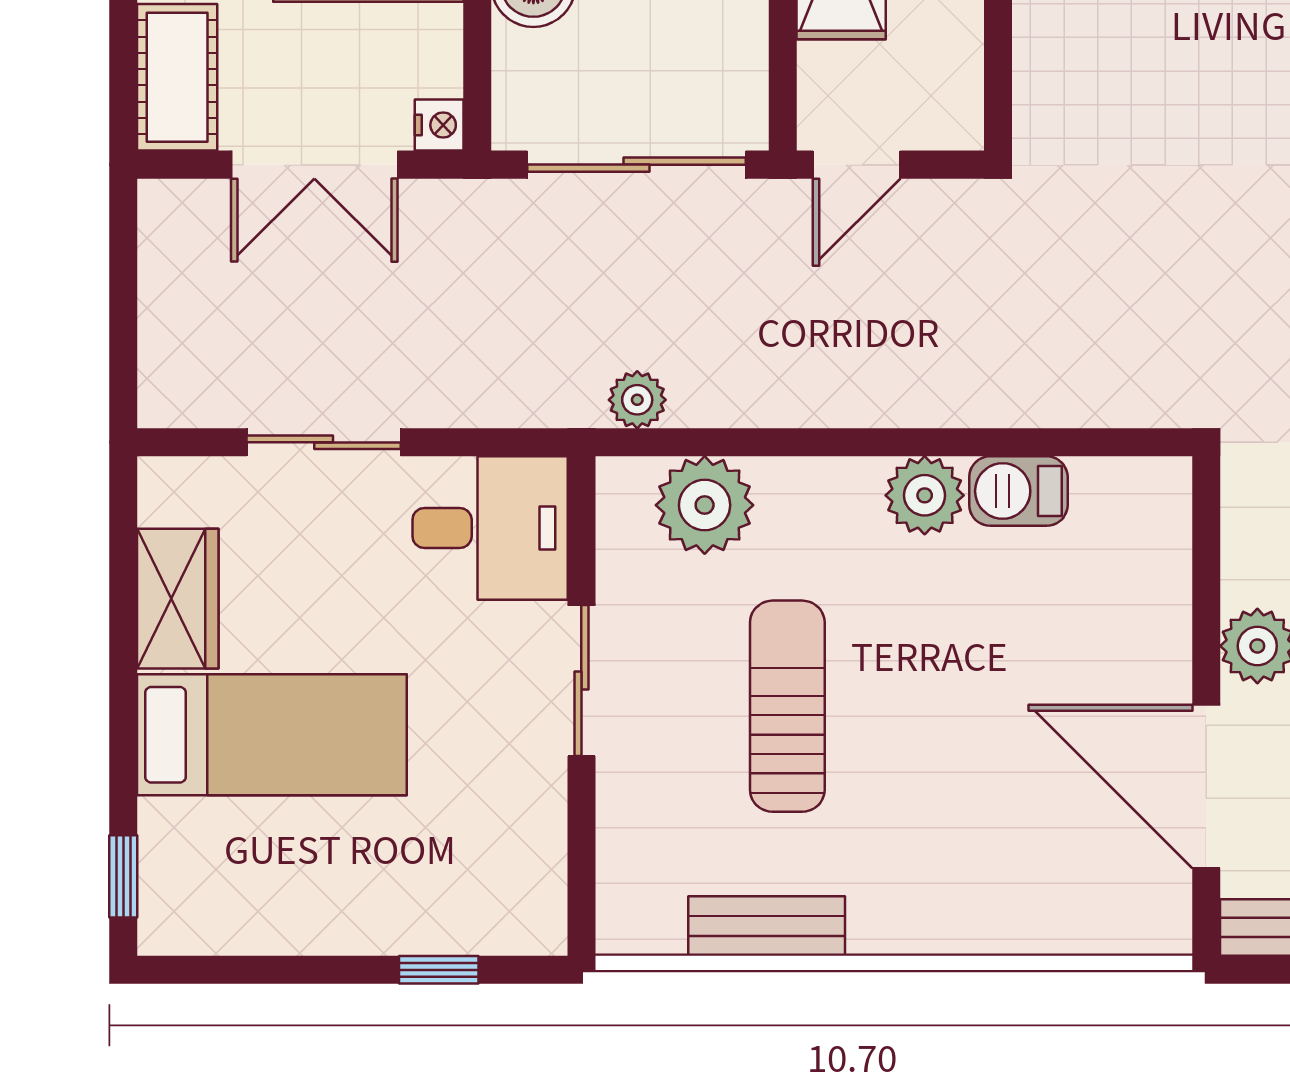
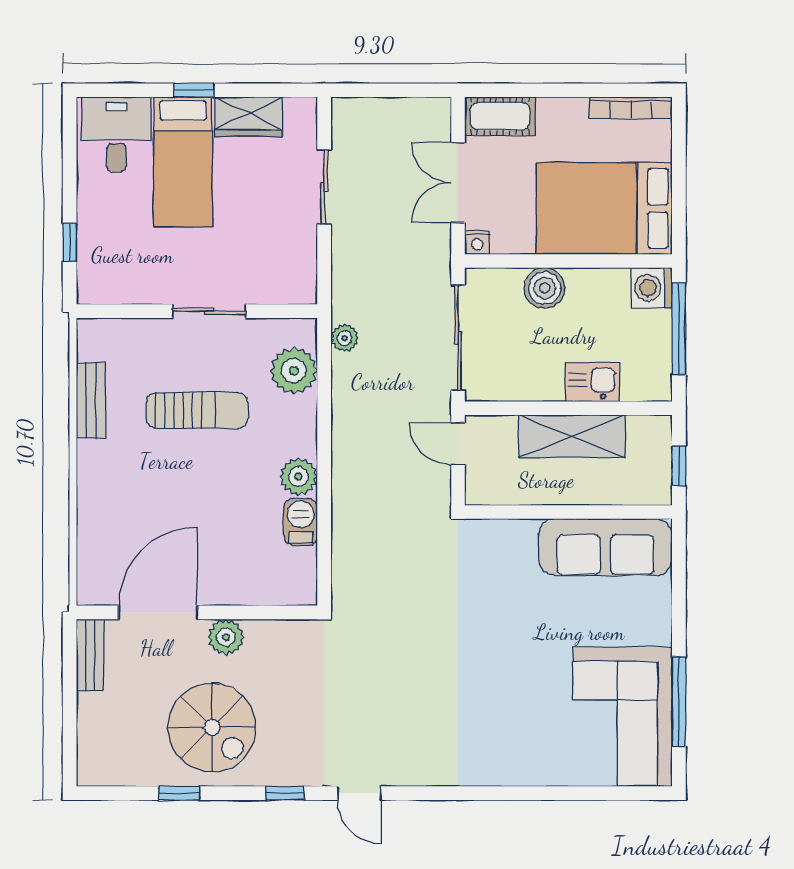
desk: (490, 528) -> (116, 134), moved, turned 180
window: (123, 876) -> (194, 90), moved

